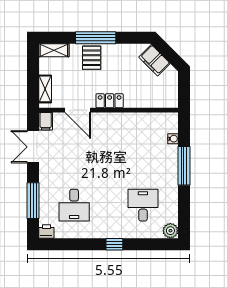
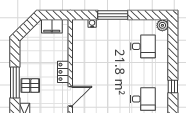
filing cabinet: (154, 60) -> (52, 26), moved, turned 45
desk: (143, 205) -> (143, 46), turned 180
window: (114, 244) -> (173, 87), moved

